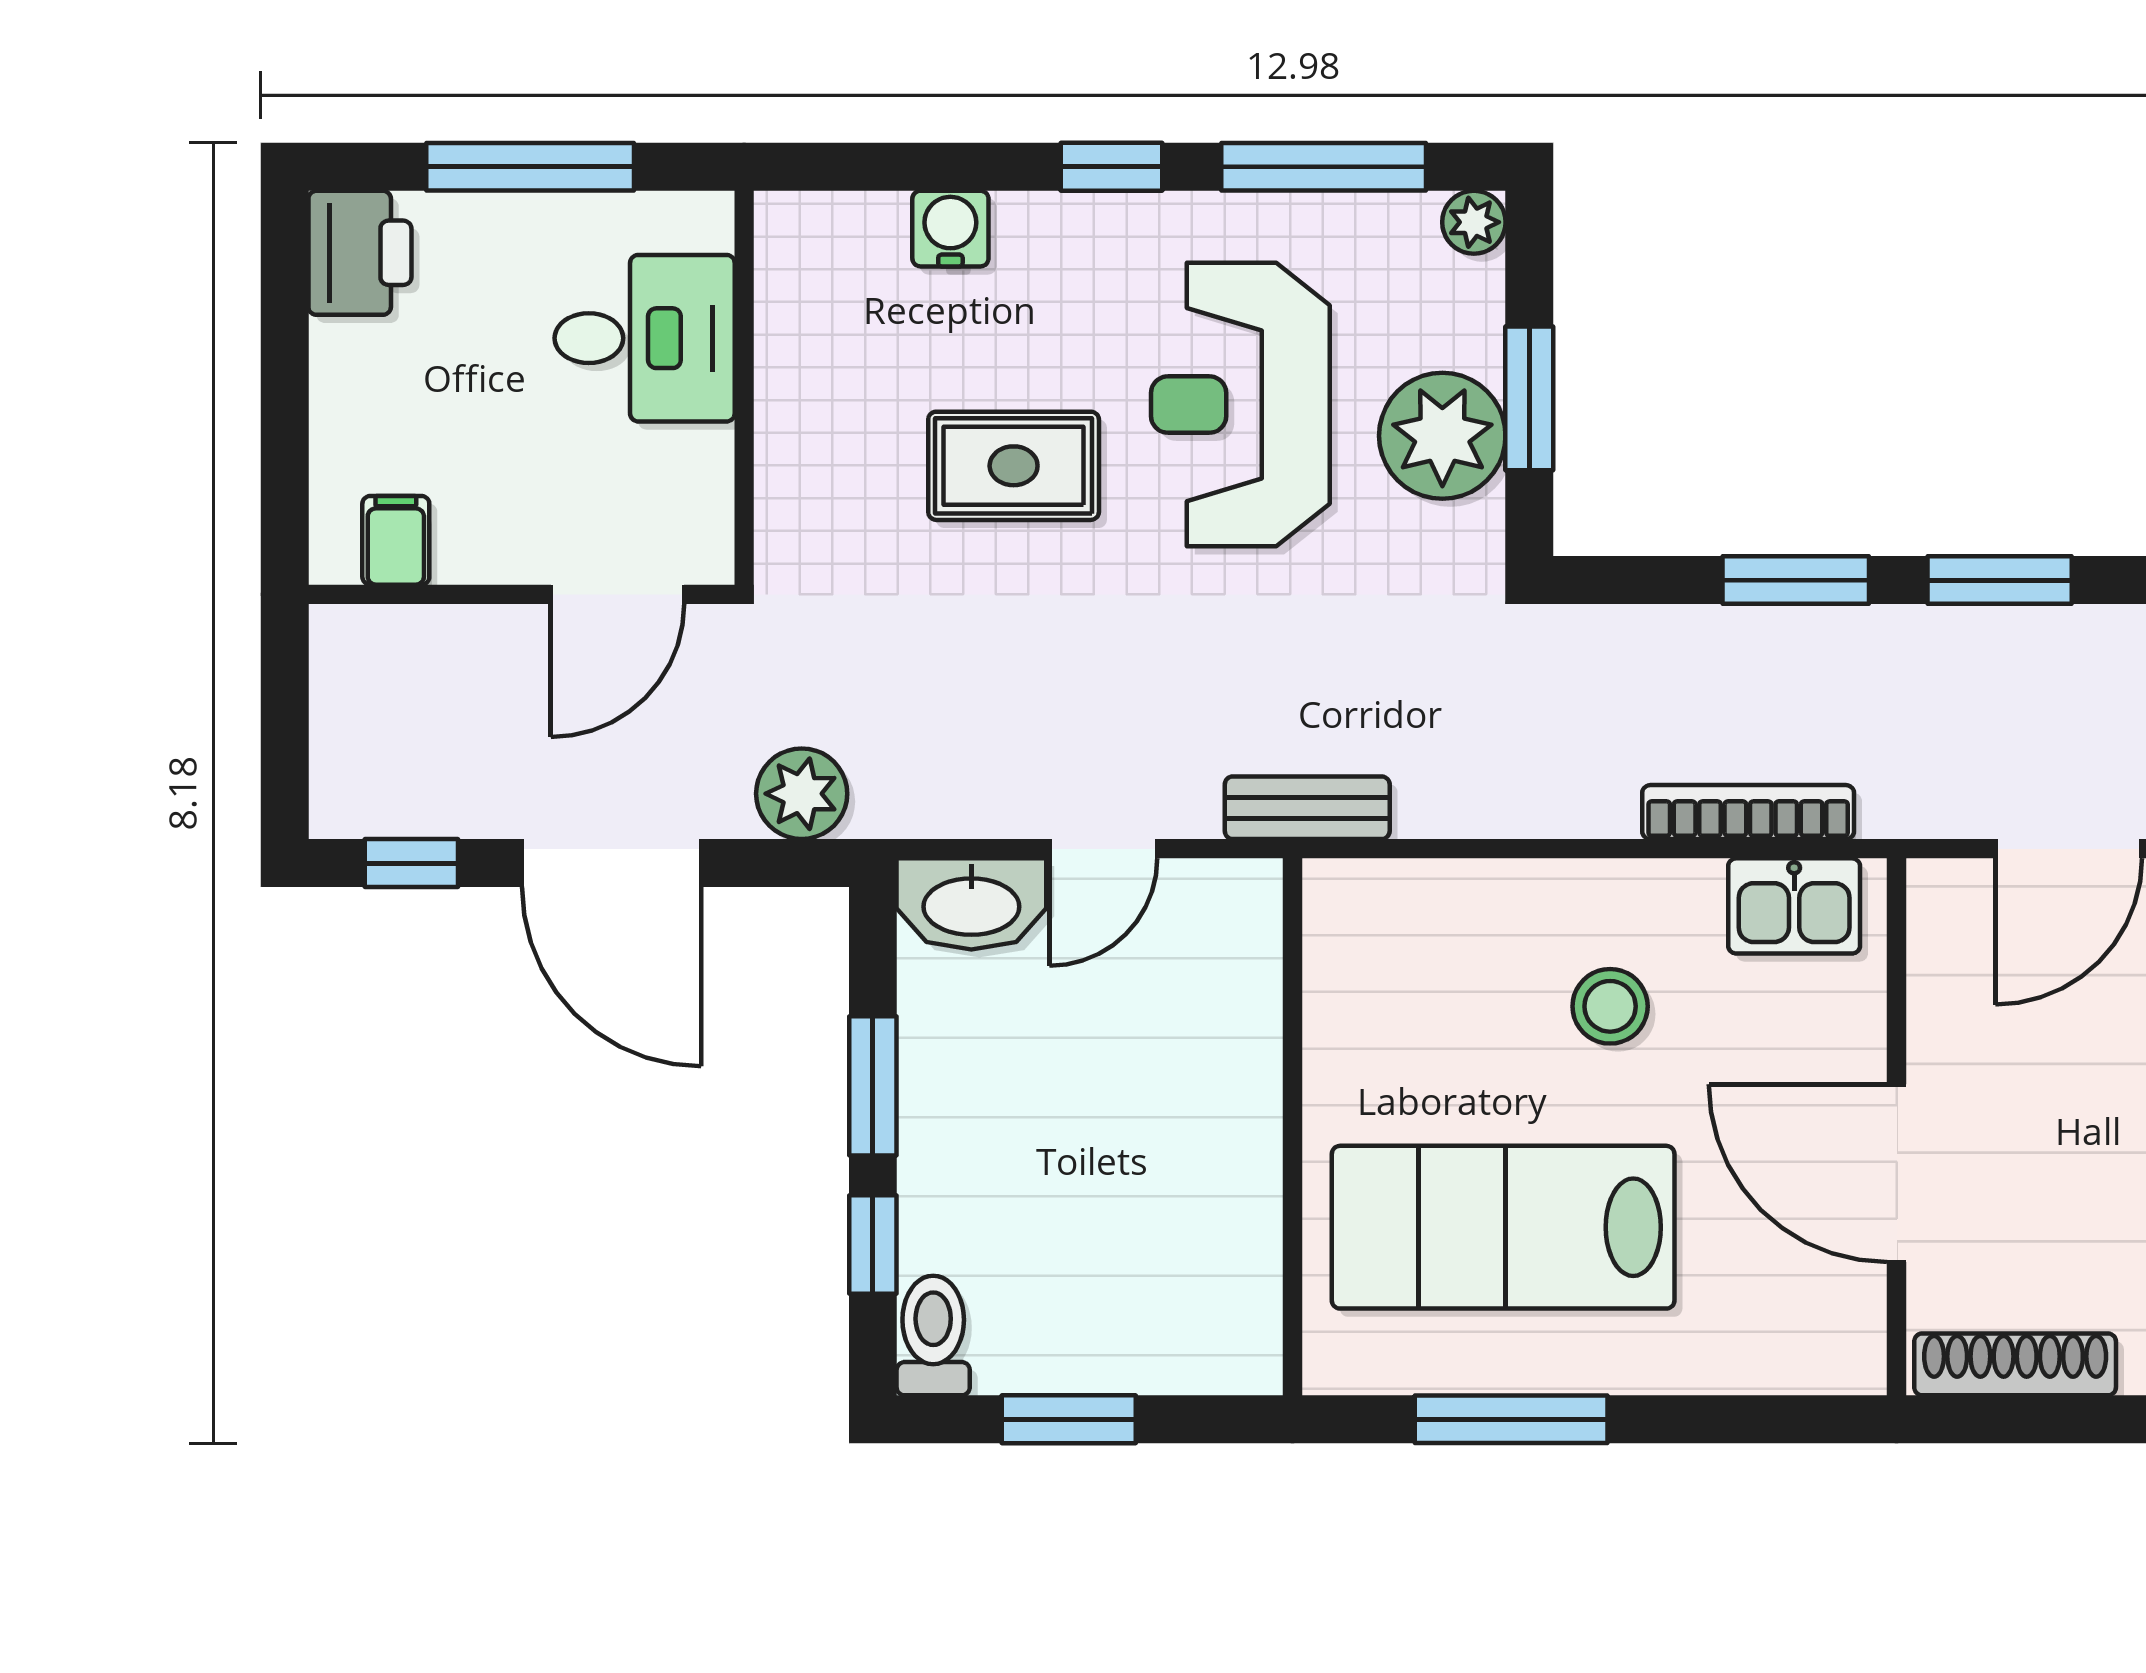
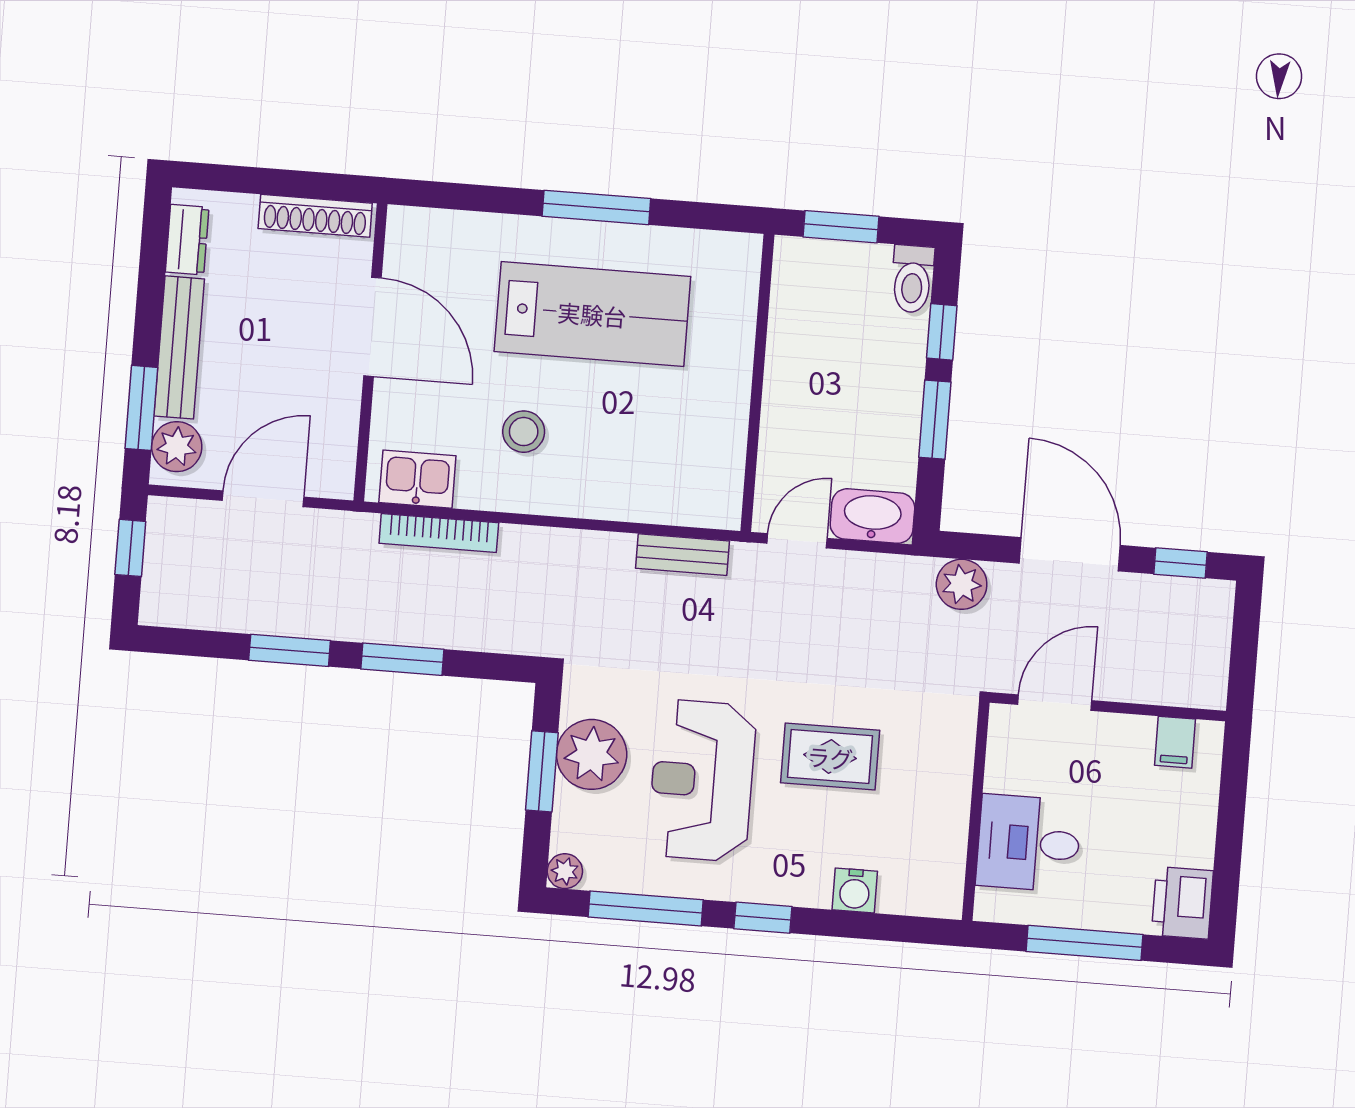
reception desk: (1240, 405) -> (702, 781), turned 180
wall: (1293, 1127) -> (757, 383), moved

